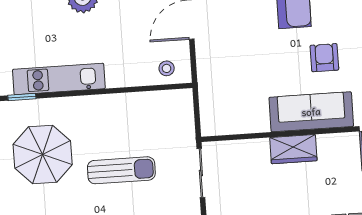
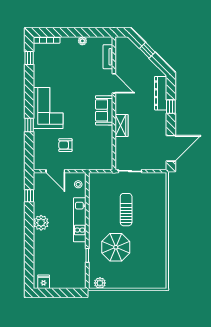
armchair: (324, 58) -> (65, 145), moved
kitchen unit: (59, 79) -> (80, 220), moved
sofa: (311, 112) -> (104, 110), width x0.73

